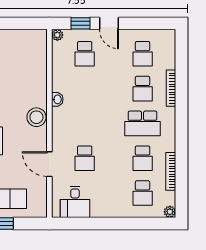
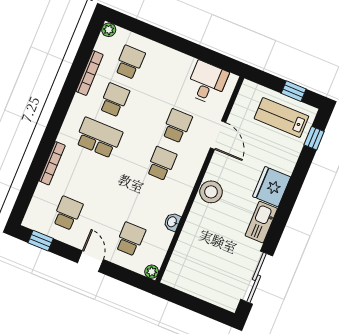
window: (80, 23) -> (41, 241), moved
school desk: (143, 89) -> (161, 164), moved
washbasin: (57, 99) -> (172, 222), moved

